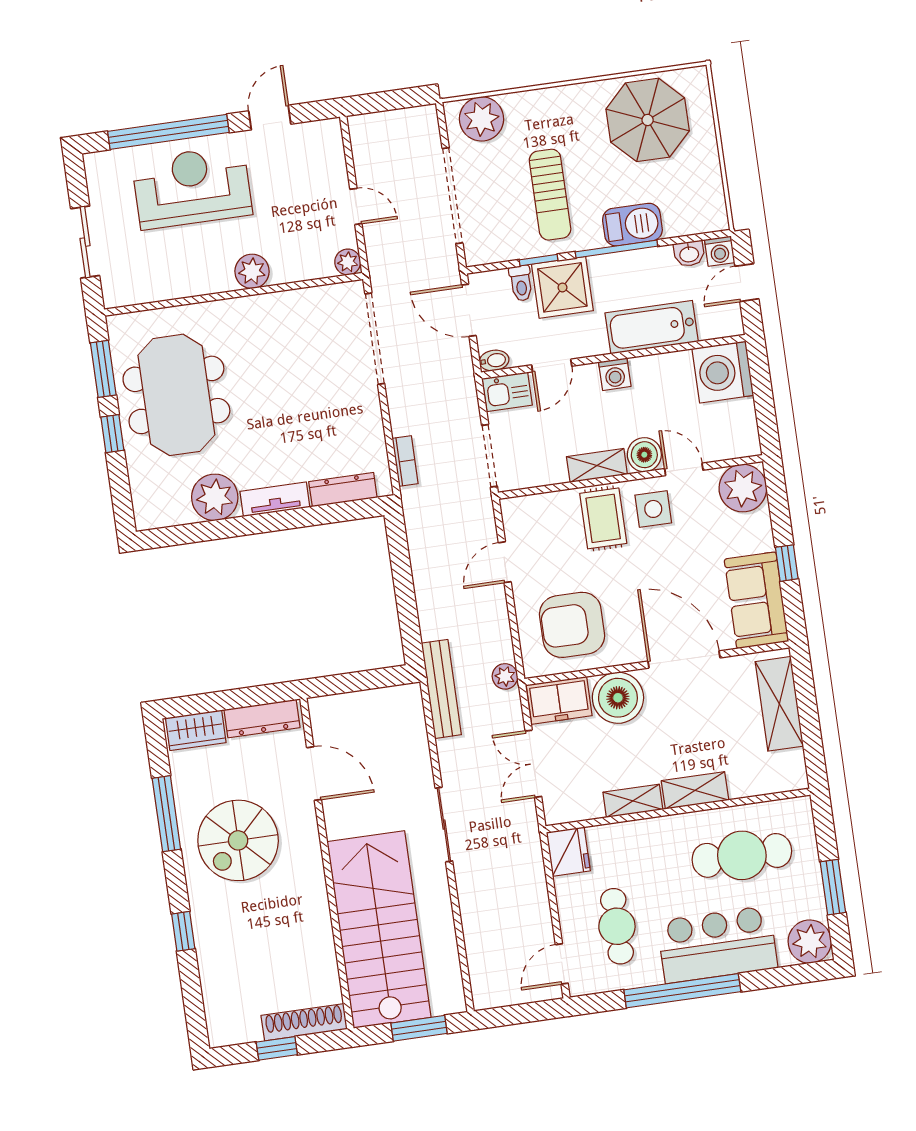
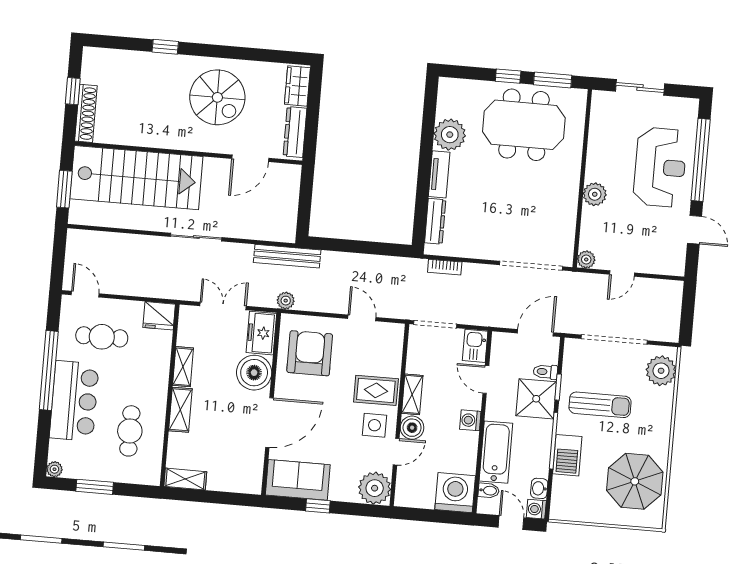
sun lounger: (550, 195) -> (600, 405), turned 180
bidet: (494, 360) -> (489, 491), moved, turned -90
shelving: (779, 704) -> (185, 479), moved, width x0.67, depth x0.75
window: (166, 814) -> (246, 54), removed
spiral stairs: (238, 840) -> (217, 97), turned 180
cafe table: (742, 855) -> (130, 431), width x0.73, depth x0.74
plant: (810, 942) -> (54, 469), width x0.53, depth x0.53

